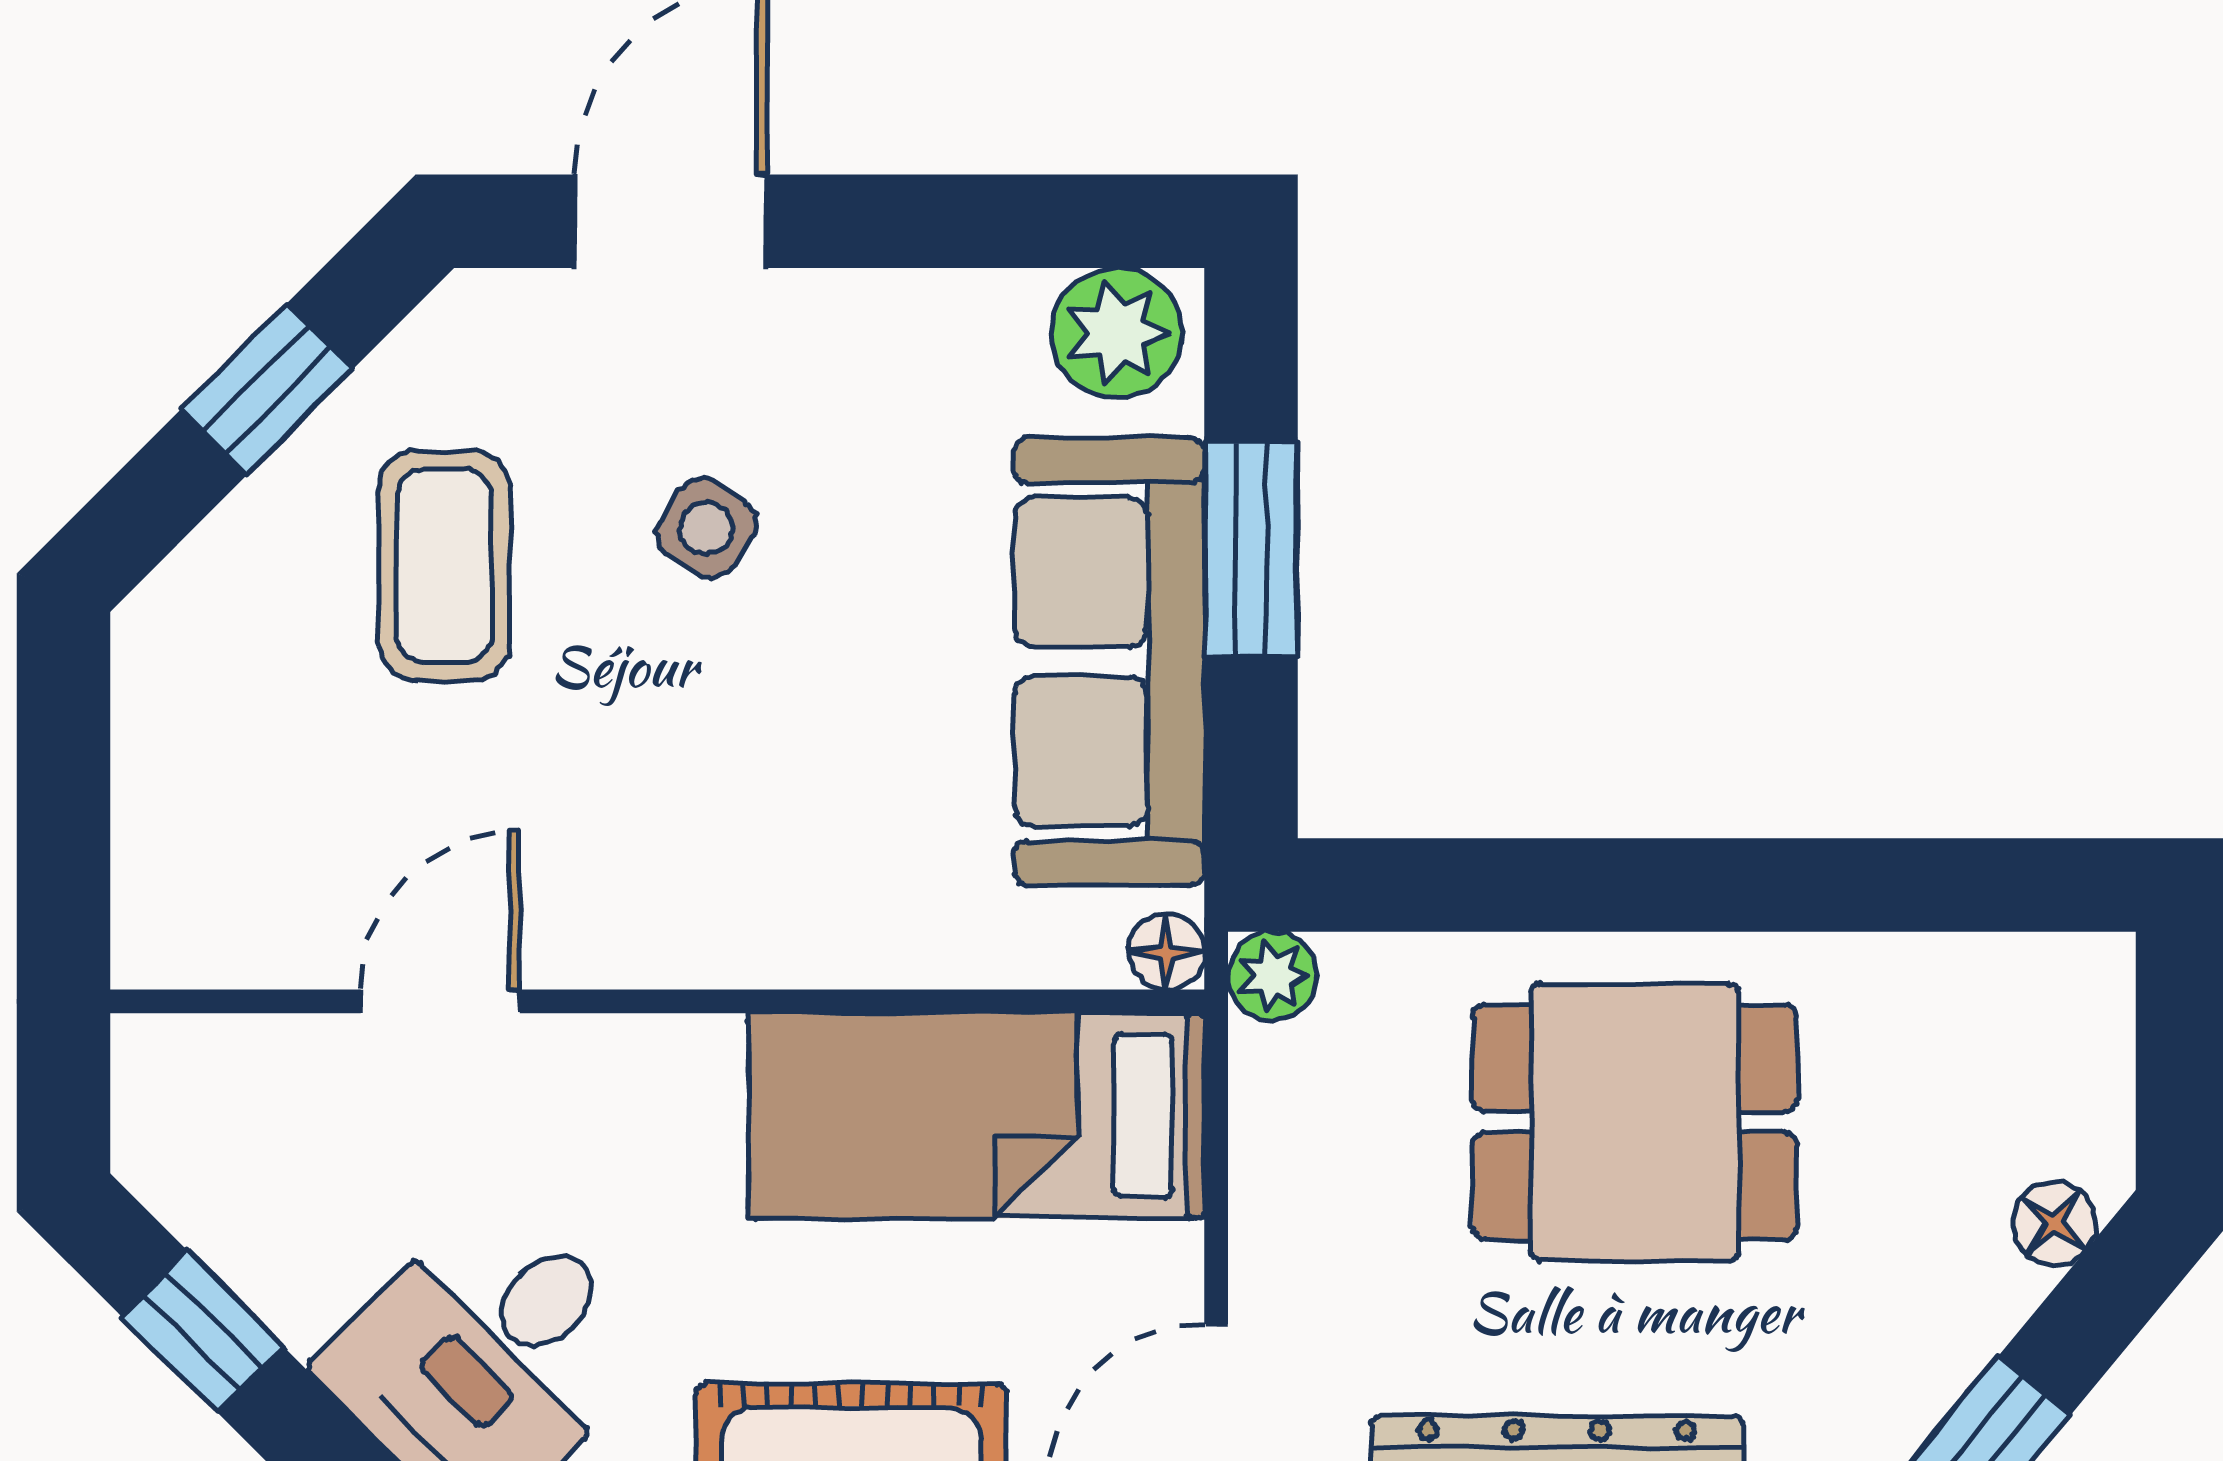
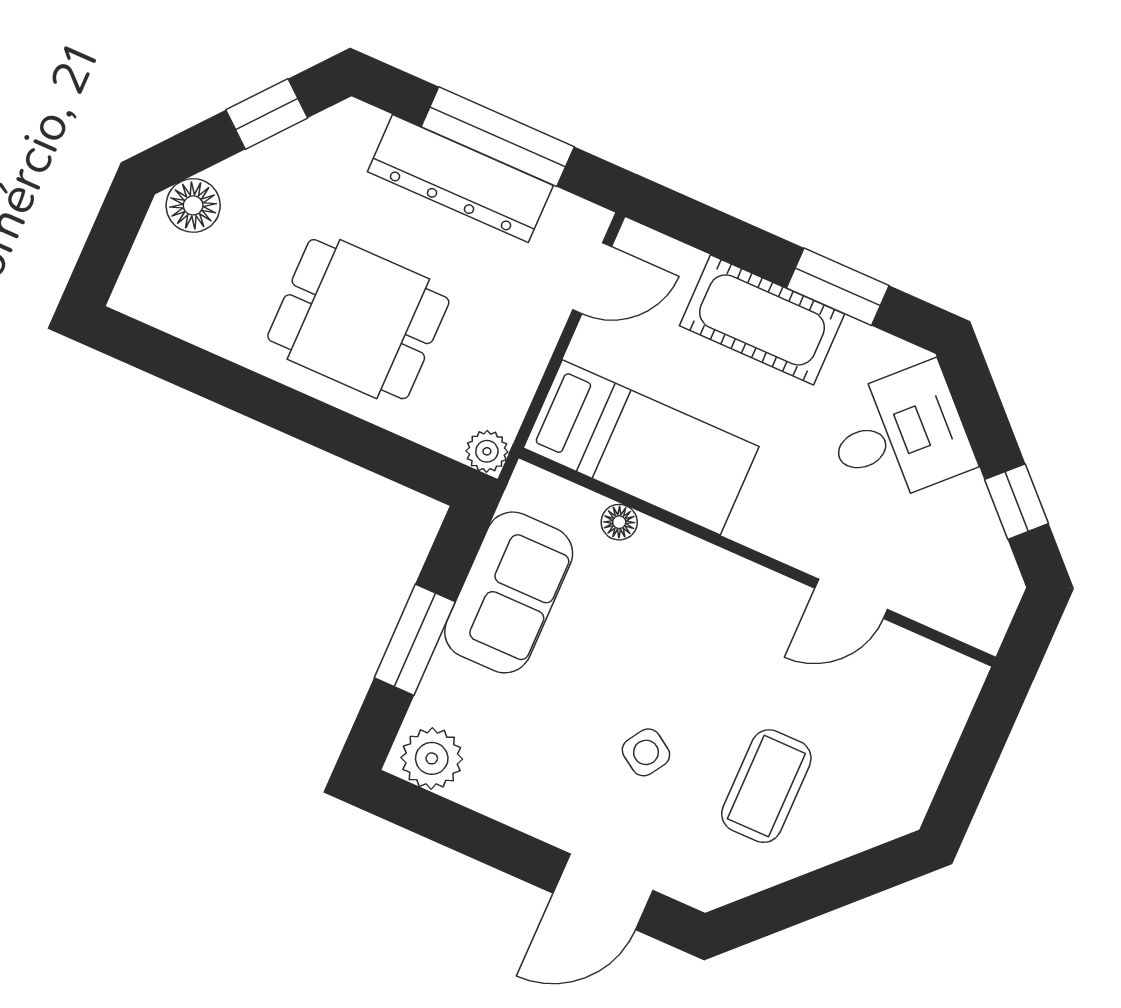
window: (267, 389) -> (809, 896), removed
sofa: (1109, 662) -> (509, 592), width x0.73
floor lamp: (1167, 952) -> (619, 522), moved
floor lamp: (2054, 1223) -> (193, 205), width x1.37, depth x1.37

